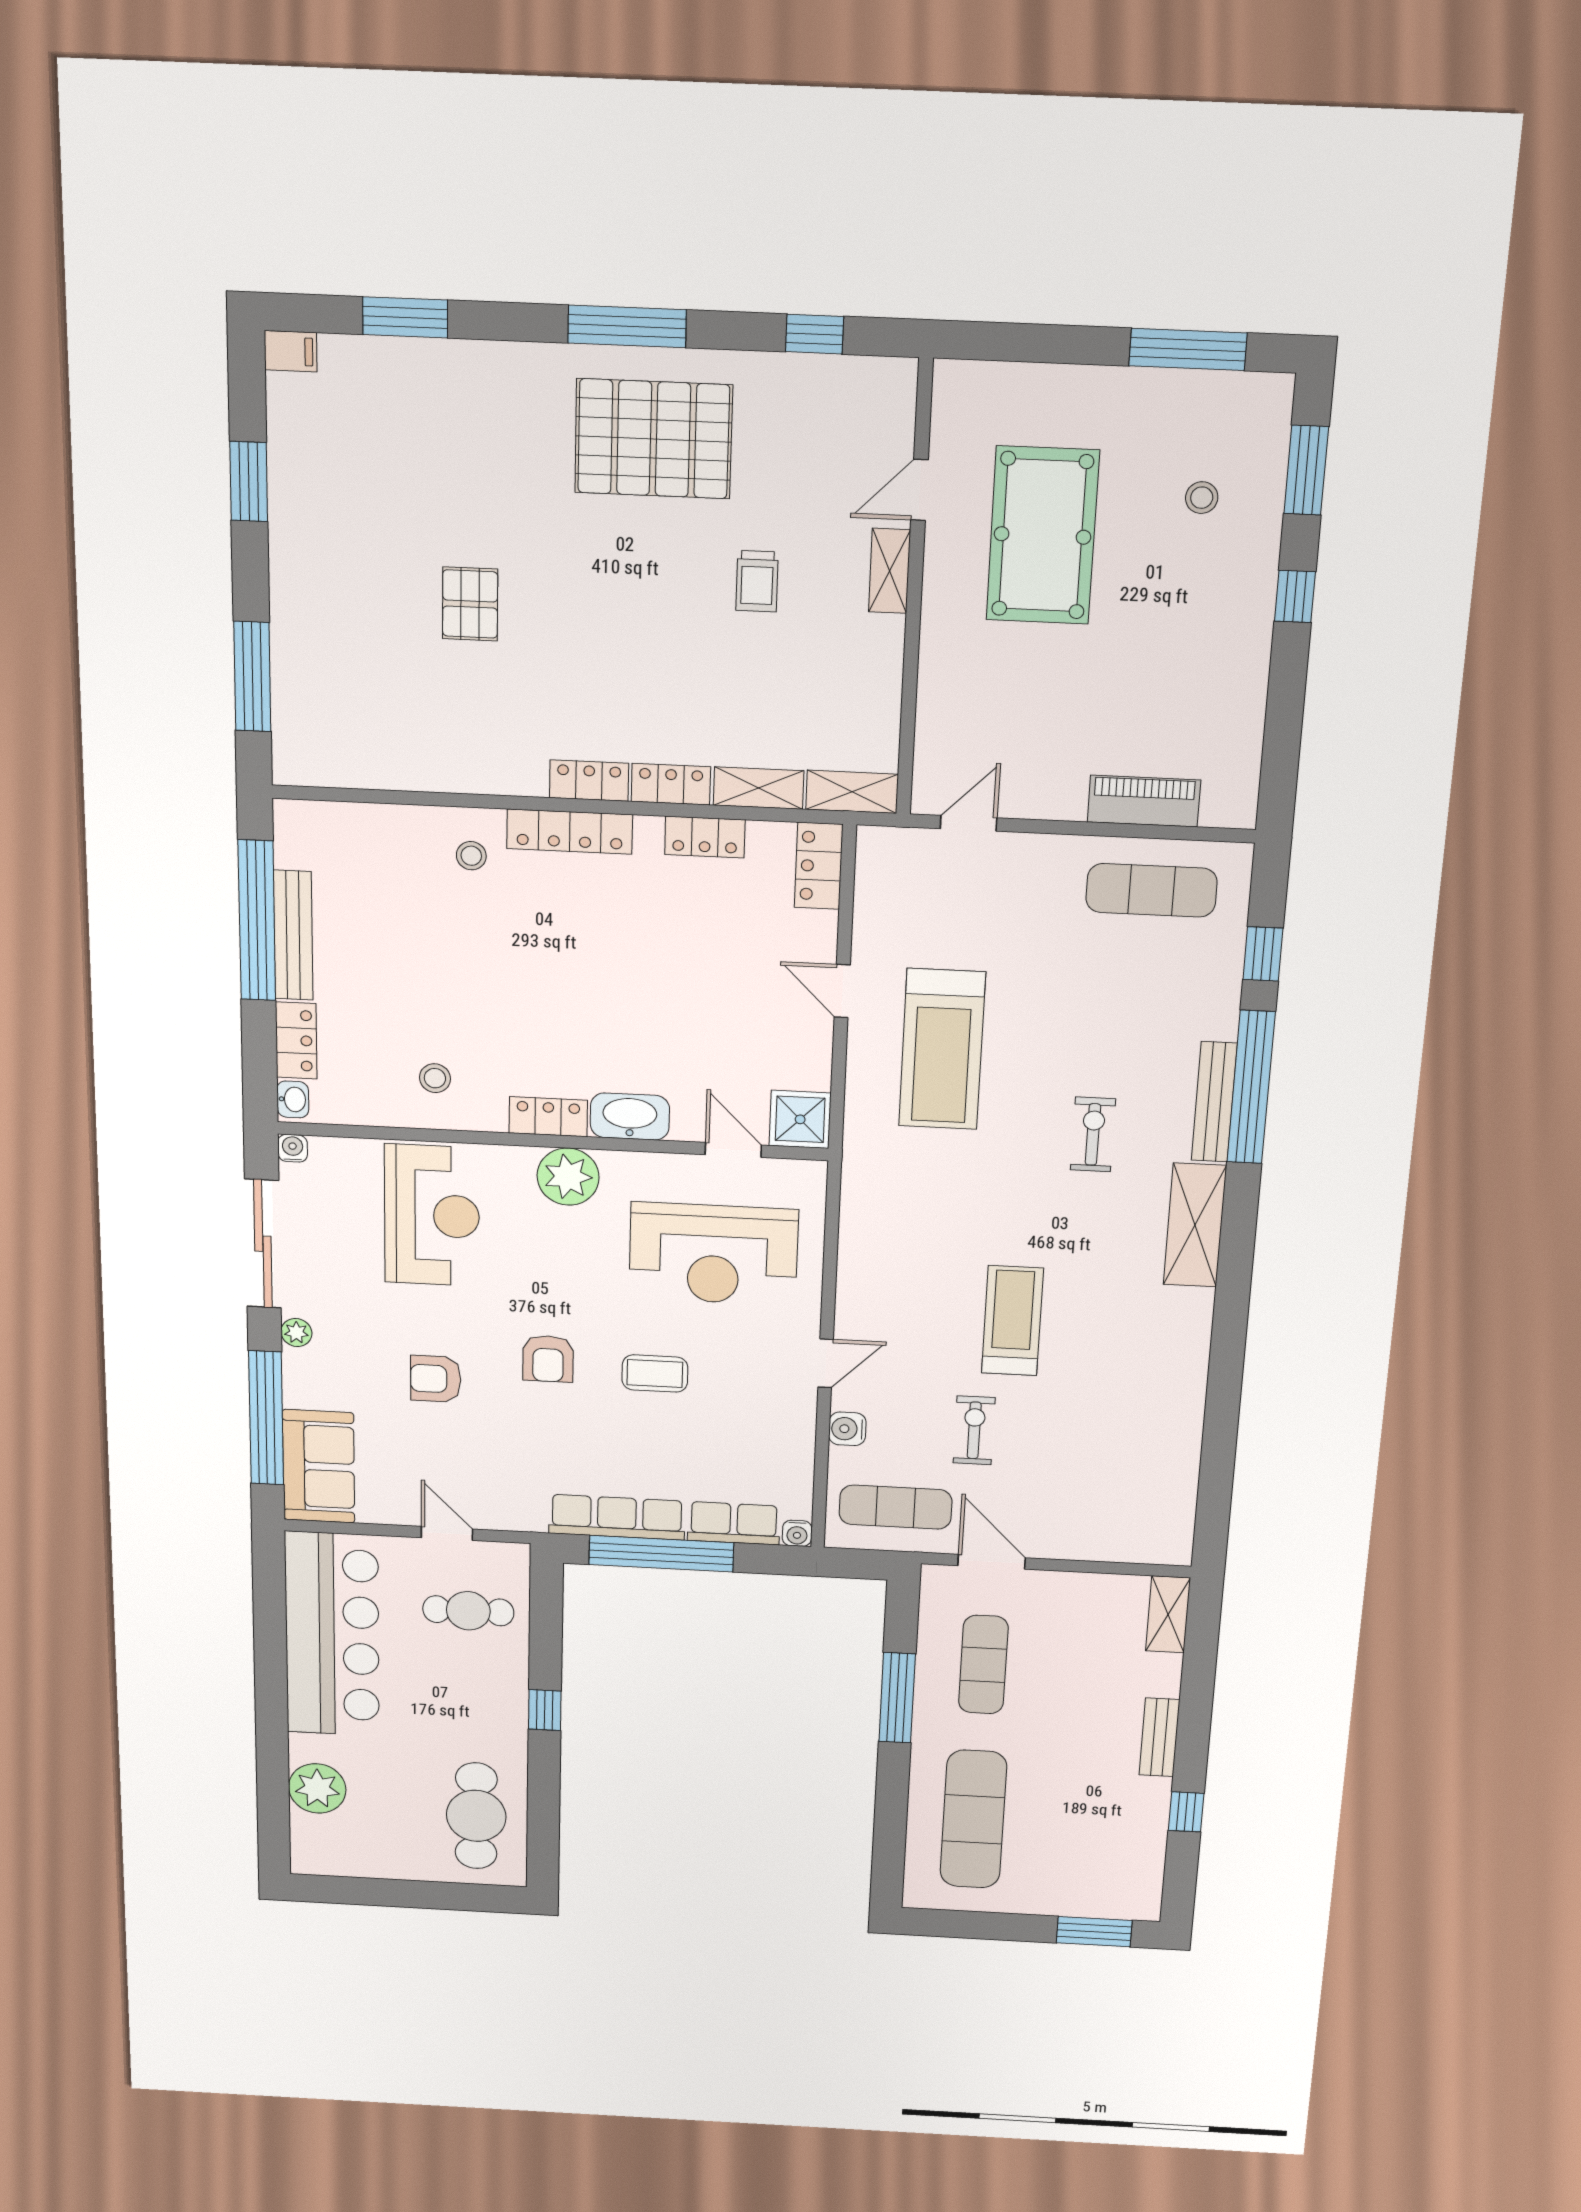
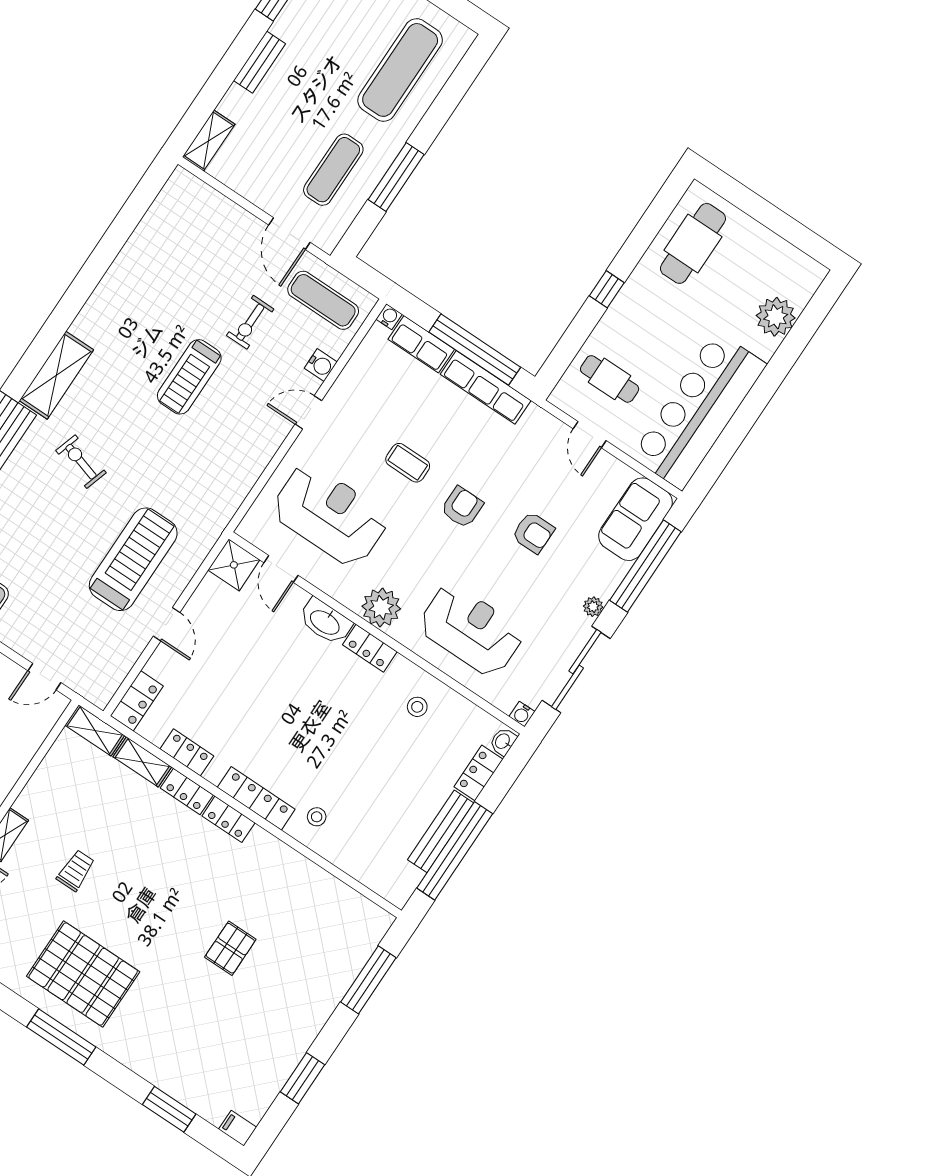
exercise bike: (1093, 1134) -> (81, 462), turned 107
reception desk: (432, 1215) -> (471, 630), turned 90

